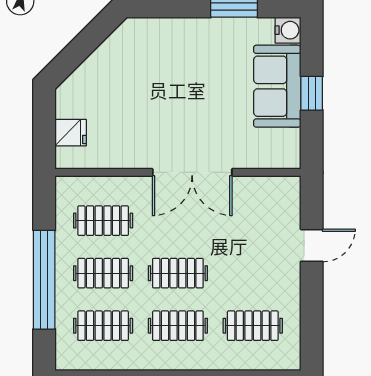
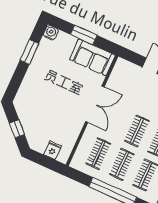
window: (80, 48) -> (17, 129), added
sofa: (277, 86) -> (92, 57), moved
window: (312, 93) -> (84, 35), width x1.50

